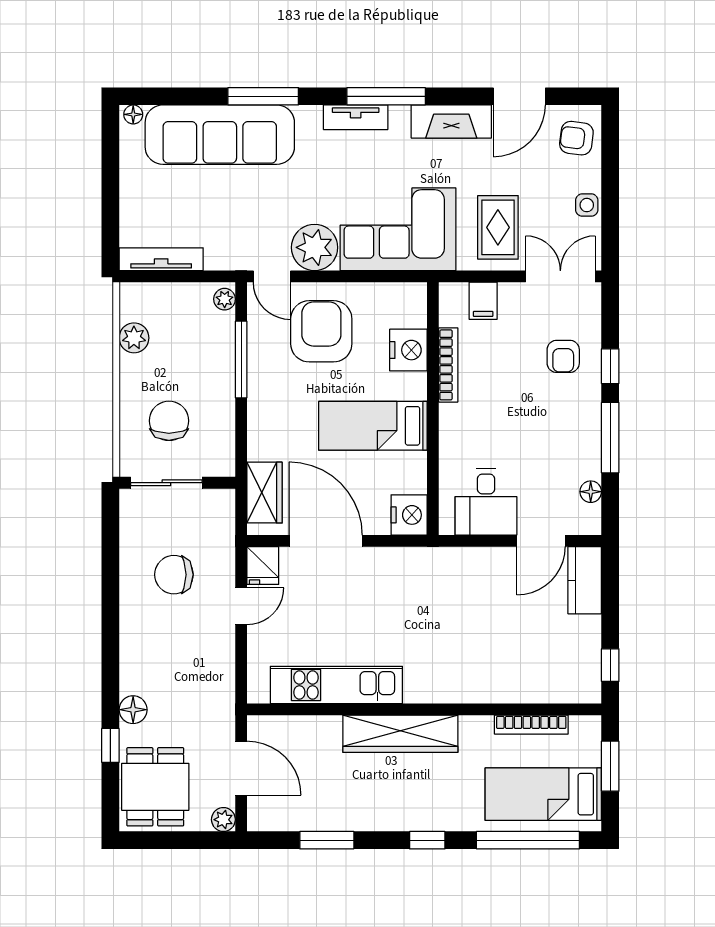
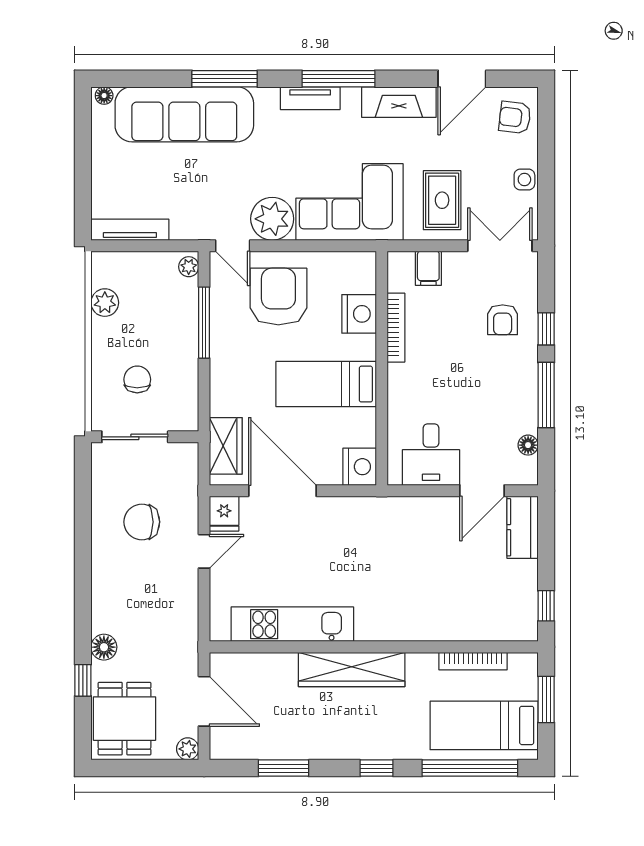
chair: (169, 421) -> (137, 379), width x0.73, depth x0.73

